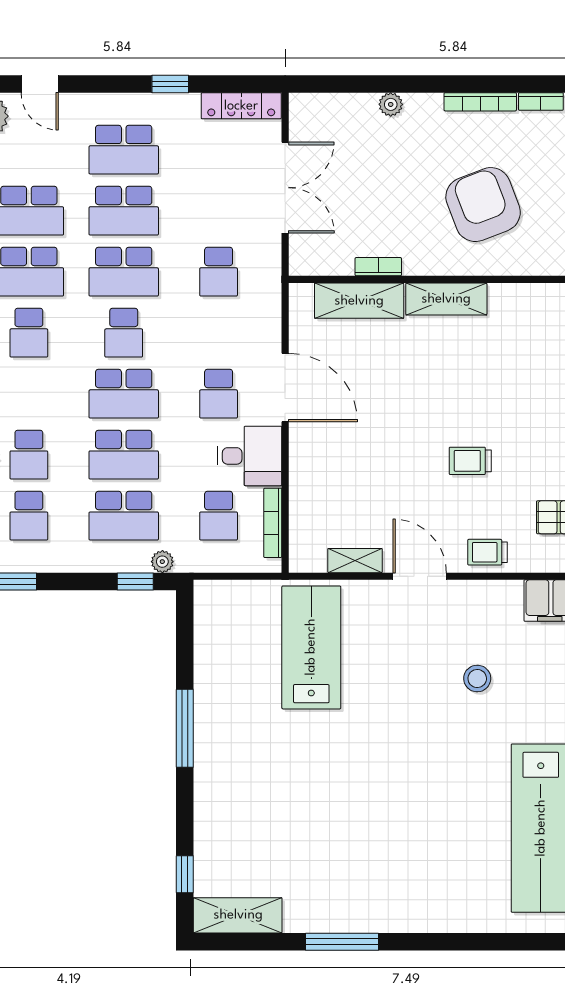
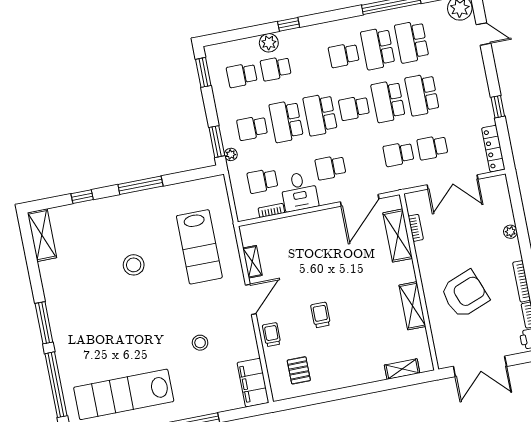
door: (40, 84) -> (483, 34), swing flipped
school desk: (124, 150) -> (432, 147), moved, width x0.54
bookcase: (378, 267) -> (416, 228), moved
shelving: (446, 299) -> (412, 306), moved
door: (285, 388) -> (360, 200), moved
school desk: (124, 516) -> (252, 128), width x0.54
bookcase: (273, 523) -> (271, 210), width x0.64
window: (135, 581) -> (217, 142), width x1.50
lab bench: (311, 647) -> (199, 247), turned 90
stool: (320, 767) -> (134, 265), added
window: (185, 874) -> (82, 197), moved
window: (342, 942) -> (44, 323), moved
window: (501, 942) -> (56, 385), added

